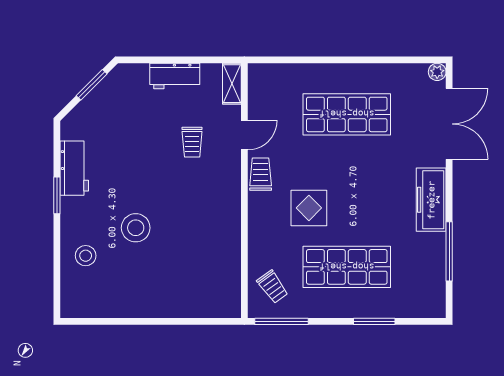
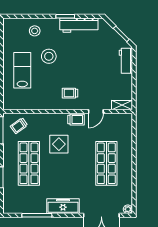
workbench: (175, 76) -> (126, 61), moved
door: (244, 135) -> (96, 111), hinge flipped
trolley: (192, 142) -> (70, 93), moved
workbench: (74, 168) -> (79, 25), width x1.38
lab bench: (163, 280) -> (22, 70), added

